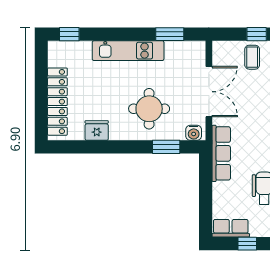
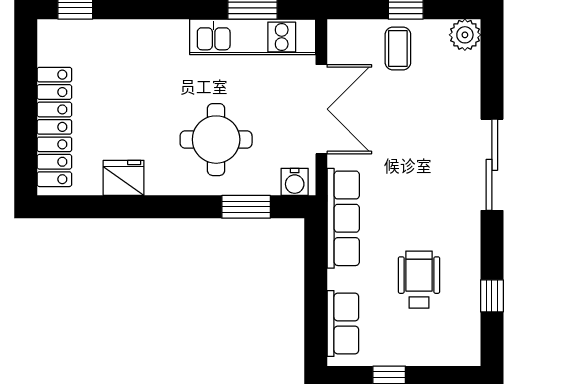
kitchen unit: (128, 51) -> (253, 37), moved
row of seats: (231, 228) -> (343, 323), moved, turned 90

